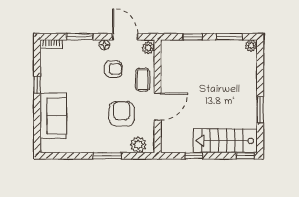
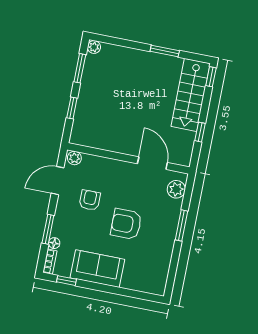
floor lamp: (104, 45) -> (54, 243), moved
coffee table: (143, 80) -> (107, 171), removed
window: (37, 85) -> (67, 281), moved
door: (158, 107) -> (152, 163), moved
armchair: (122, 114) -> (126, 224), moved
sofa: (53, 116) -> (97, 269), moved

